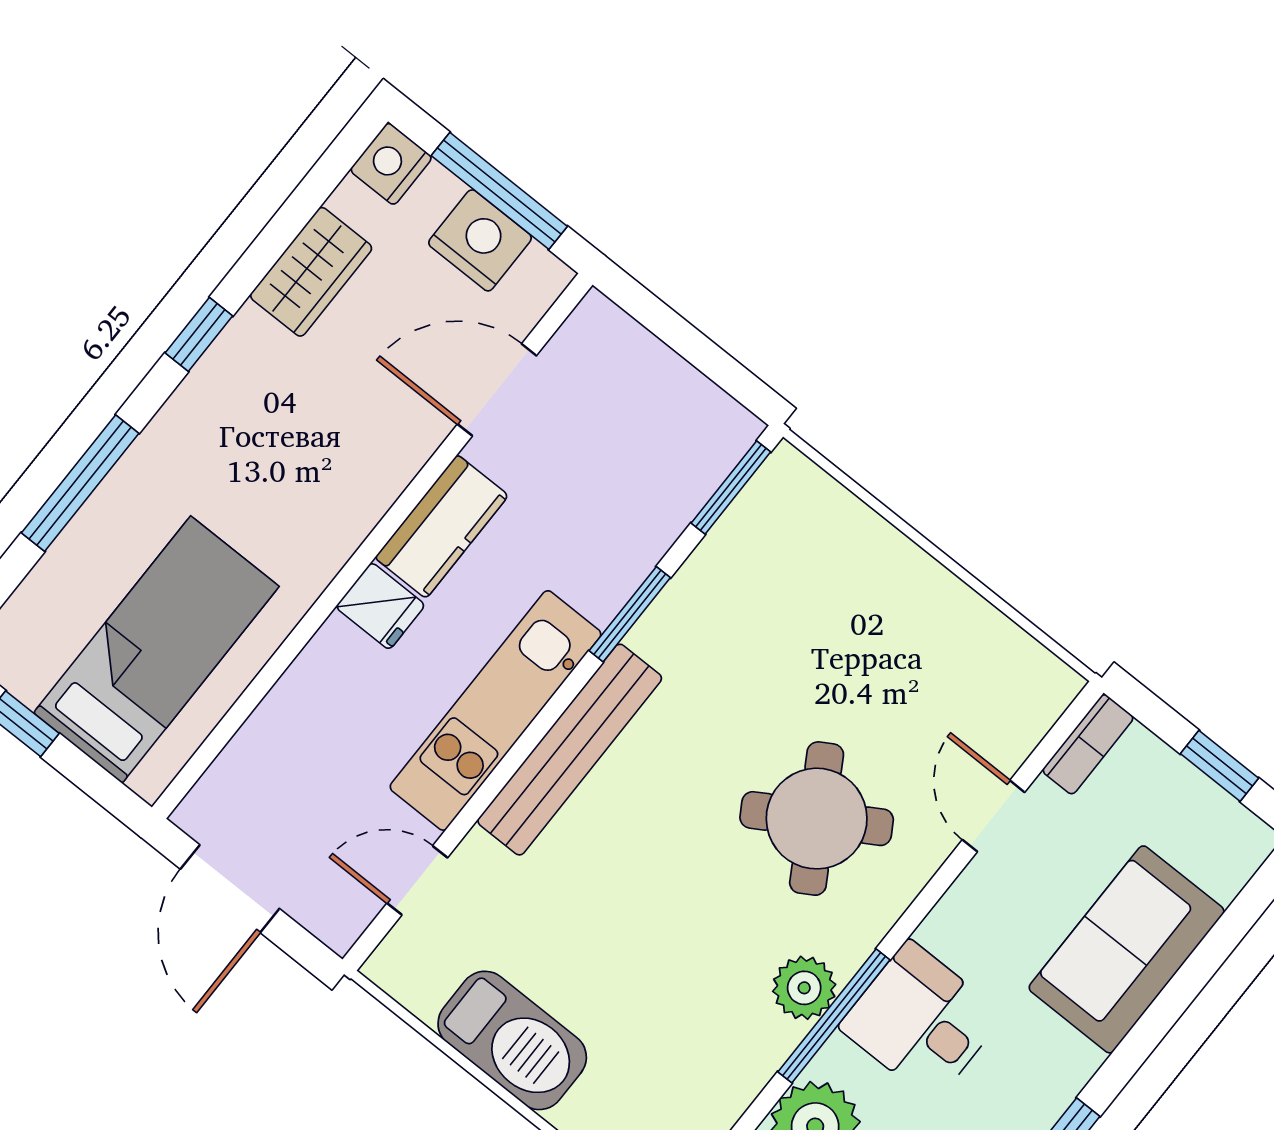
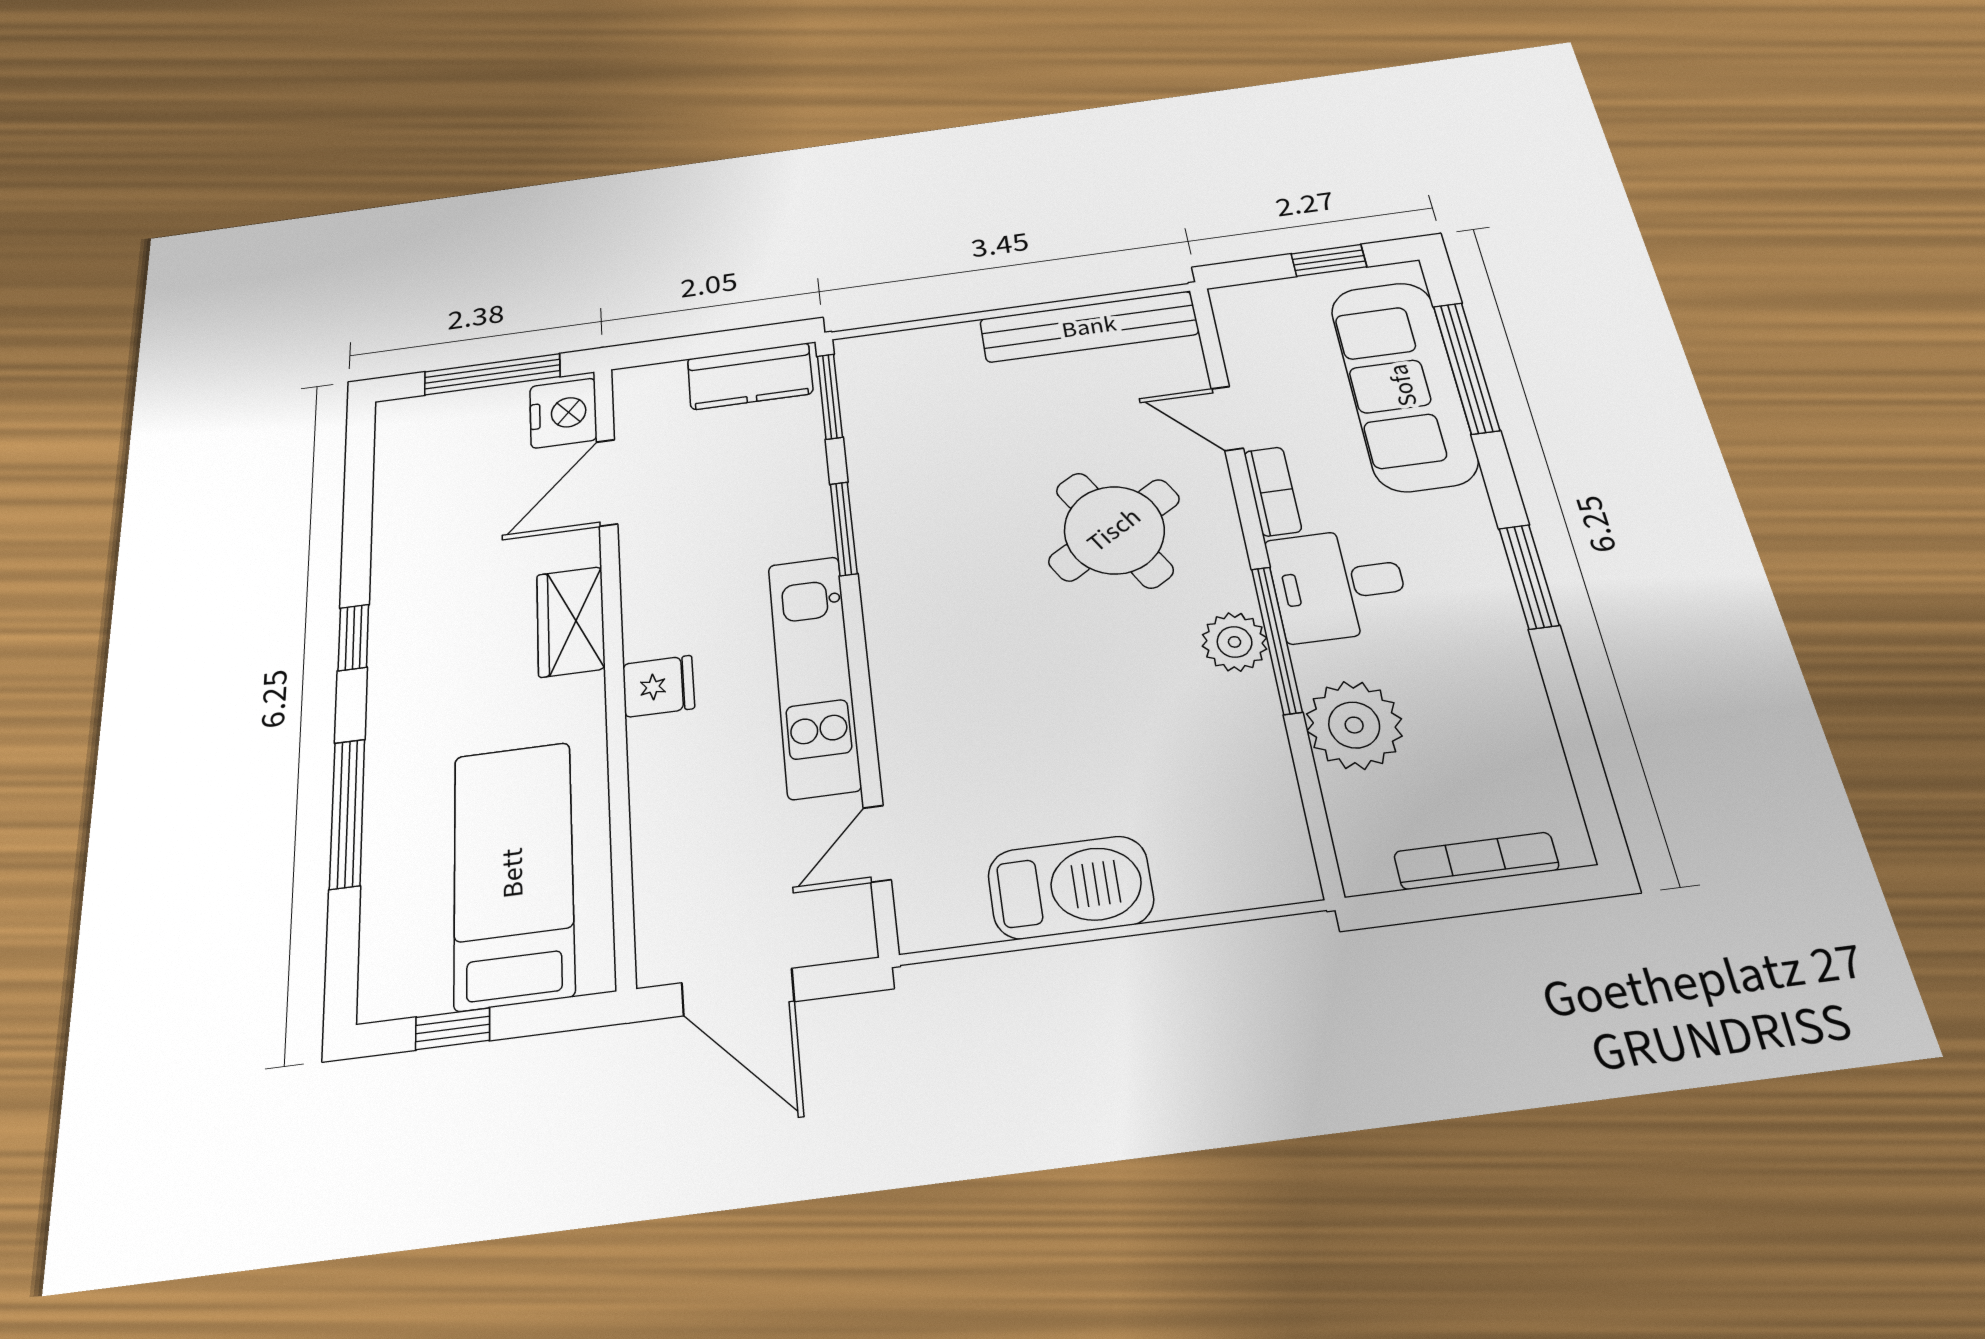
nightstand: (391, 164) -> (400, 422), removed
nightstand: (480, 240) -> (563, 413), moved, turned 90
wardrobe: (311, 272) -> (571, 621), moved, turned 180
kitchen counter: (442, 527) -> (750, 376), moved, turned 90
bookcase: (1088, 744) -> (1273, 491), moved
bench: (570, 750) -> (1089, 327), moved, turned 90
sofa: (1127, 949) -> (1403, 385), width x1.36
window: (1207, 958) -> (1466, 368), added

